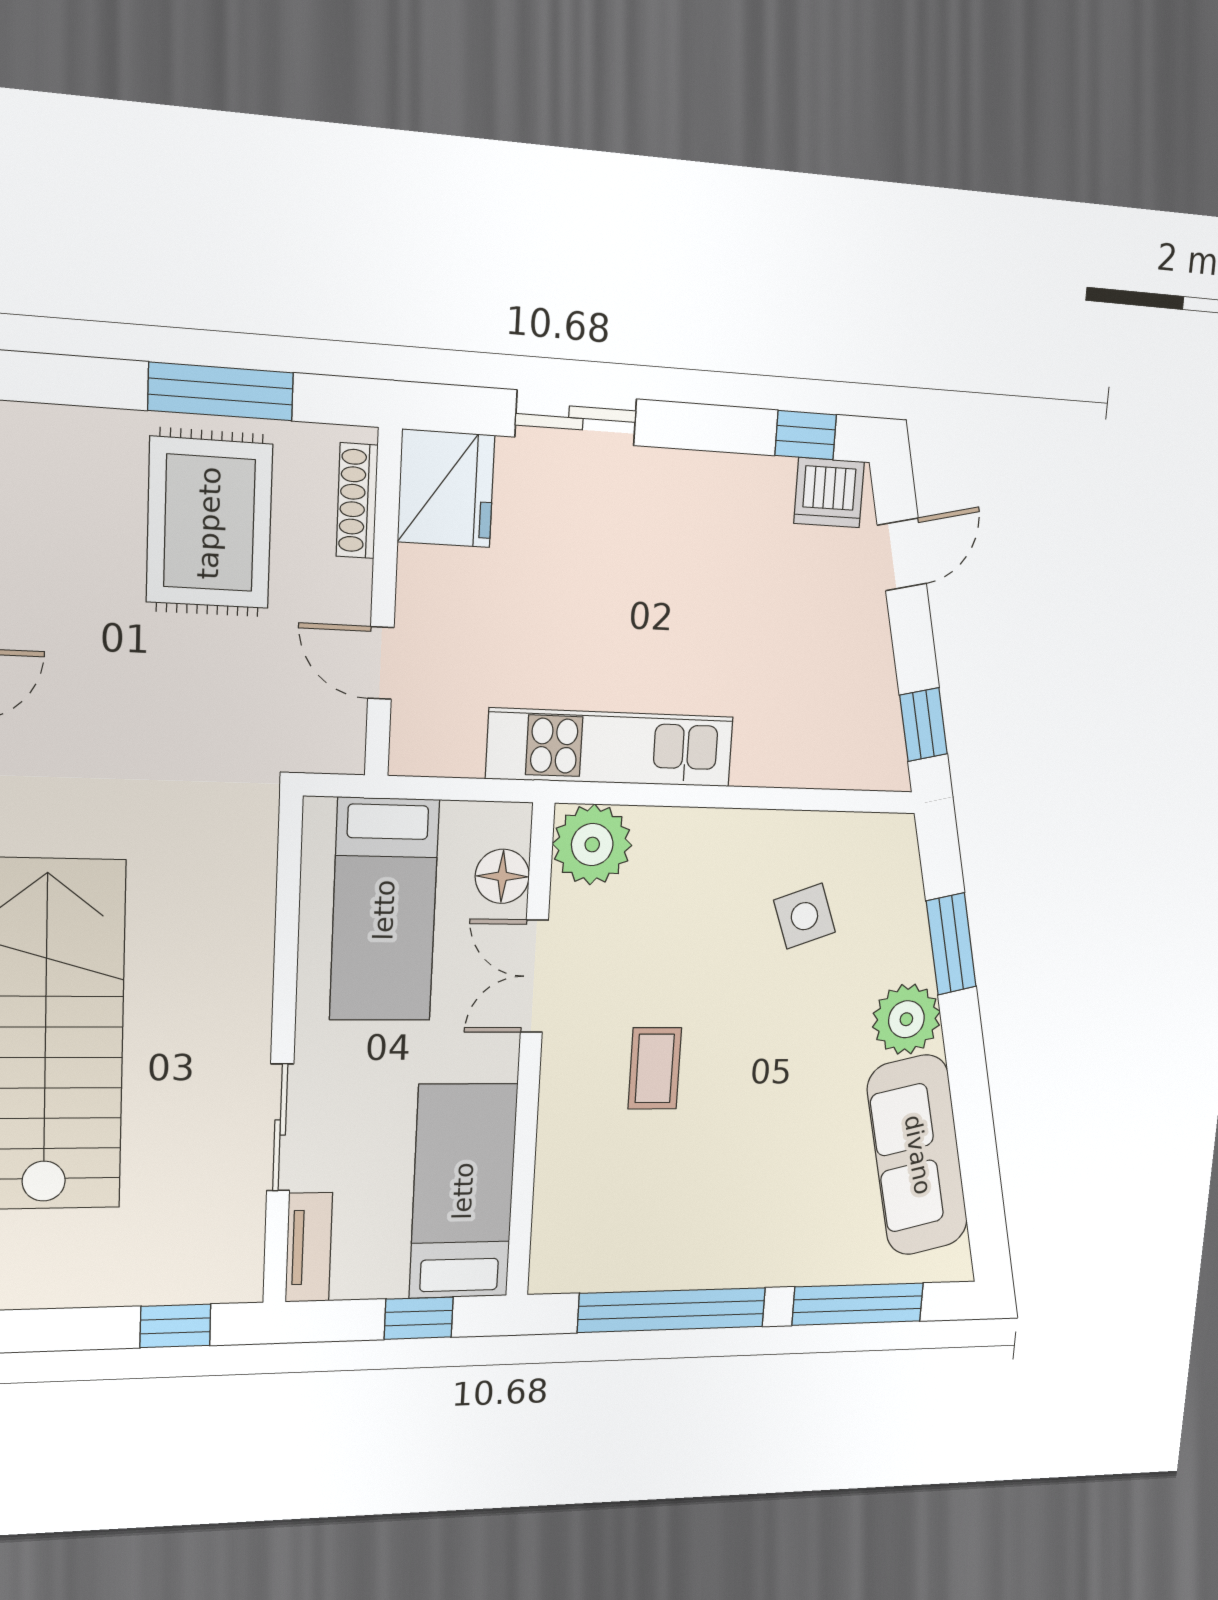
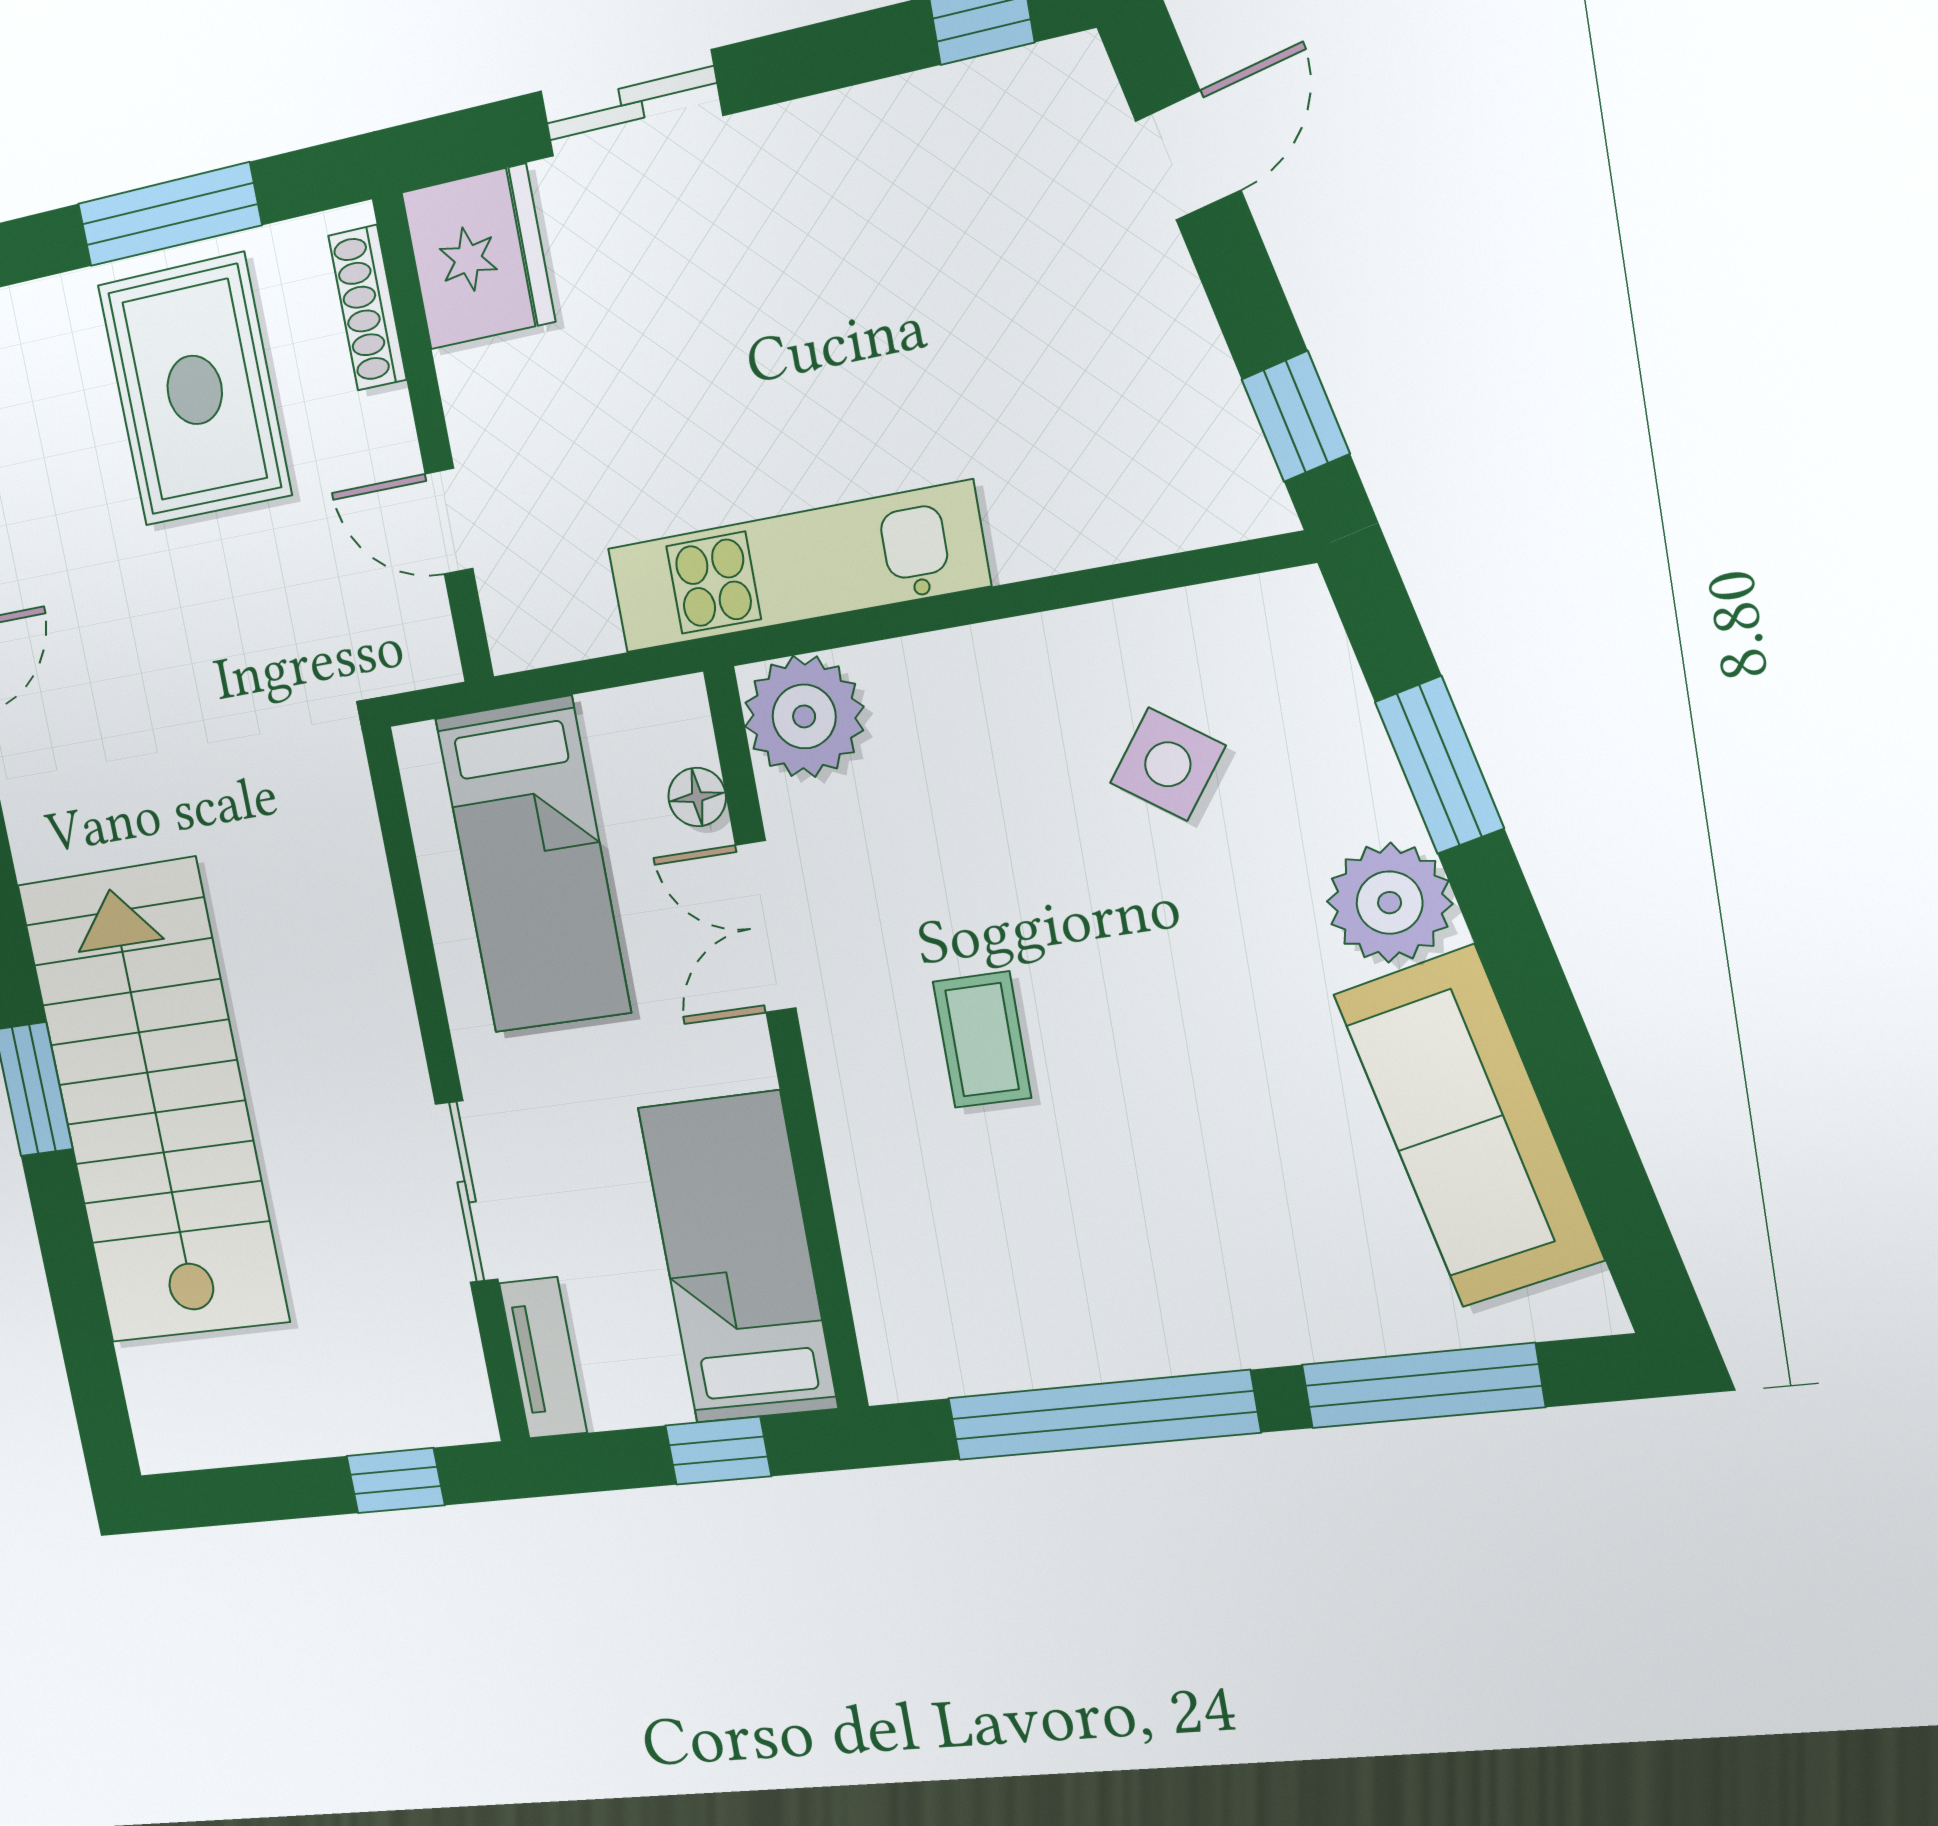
dishwasher: (829, 493) -> (1042, 95), removed
floor lamp: (502, 876) -> (697, 797), width x0.73, depth x0.73
side table: (804, 916) -> (1168, 764), turned -34

